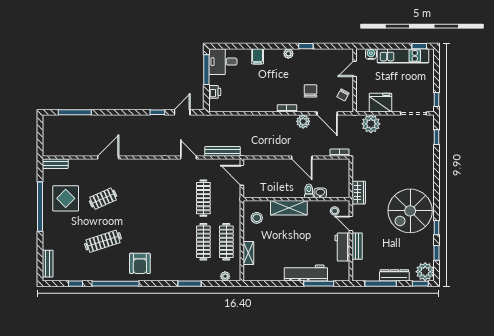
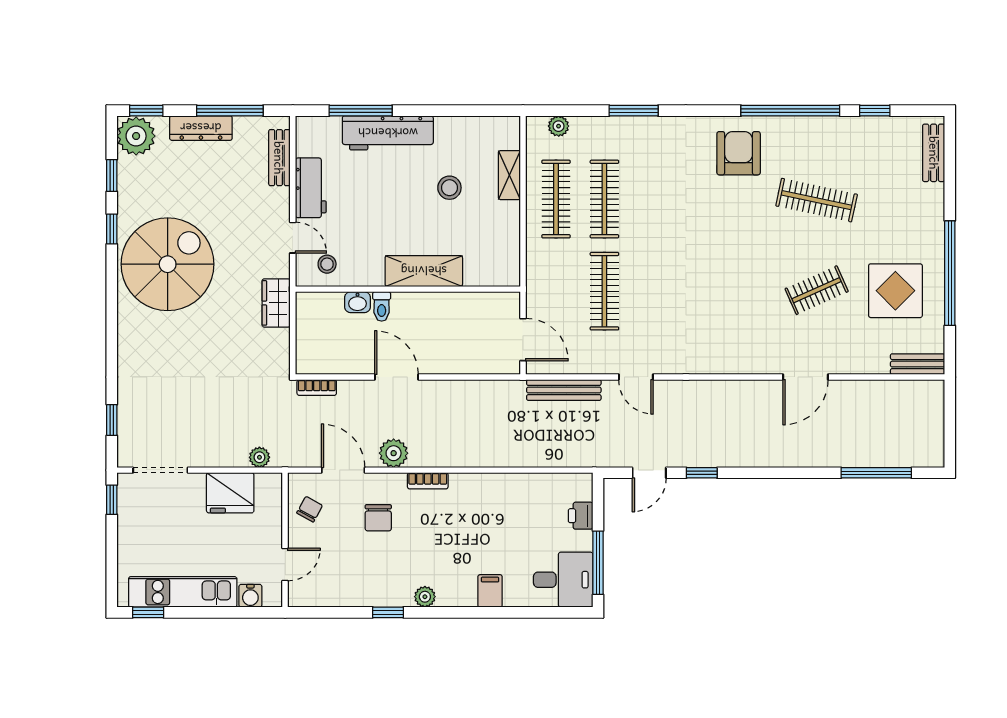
plant: (371, 124) -> (259, 457), width x0.53, depth x0.53
stool: (257, 218) -> (449, 188), moved
clothes rail: (103, 241) -> (817, 200), turned 30
bench: (357, 246) -> (279, 158), moved

